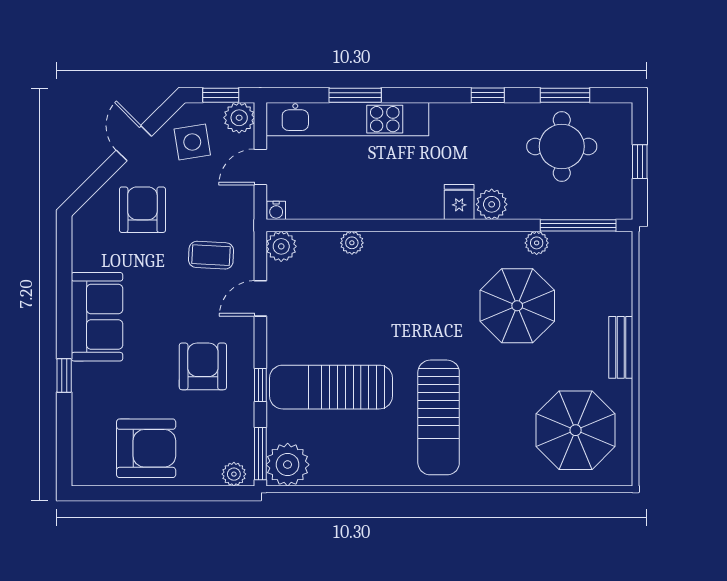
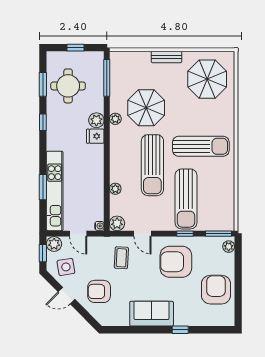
plant: (537, 243) -> (115, 119), moved
sun lounger: (400, 319) -> (152, 165), added
armchair: (203, 366) -> (176, 262), width x1.36, depth x1.36
plant: (288, 465) -> (224, 220), removed

